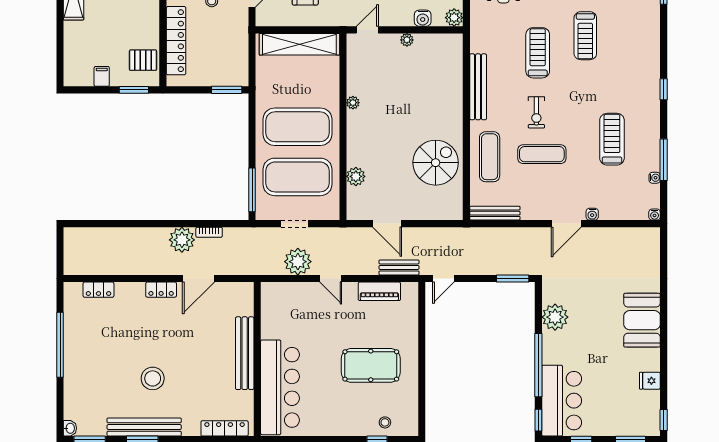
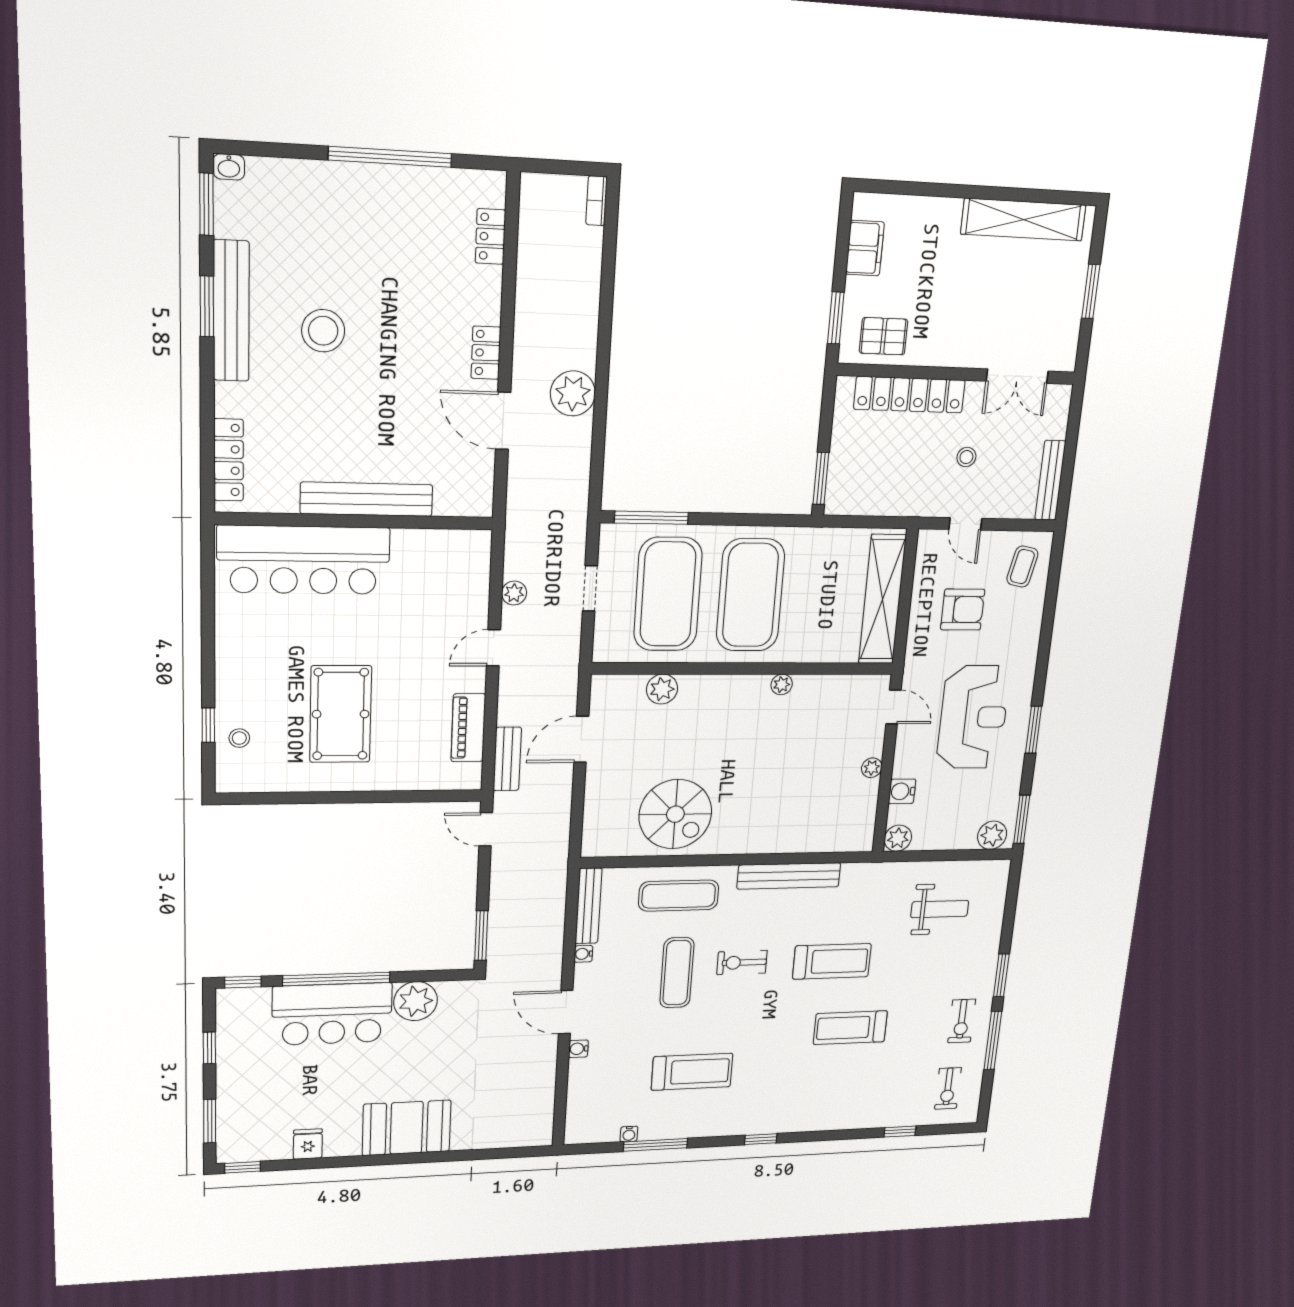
pallet: (143, 60) -> (884, 336), turned 90
filing cabinet: (102, 76) -> (865, 248), width x2.00
water cooler: (655, 215) -> (583, 954), moved
bookcase: (209, 232) -> (597, 201), moved
plant: (298, 262) -> (514, 593), width x0.53, depth x0.53
bar counter: (562, 401) -> (332, 1014), moved

